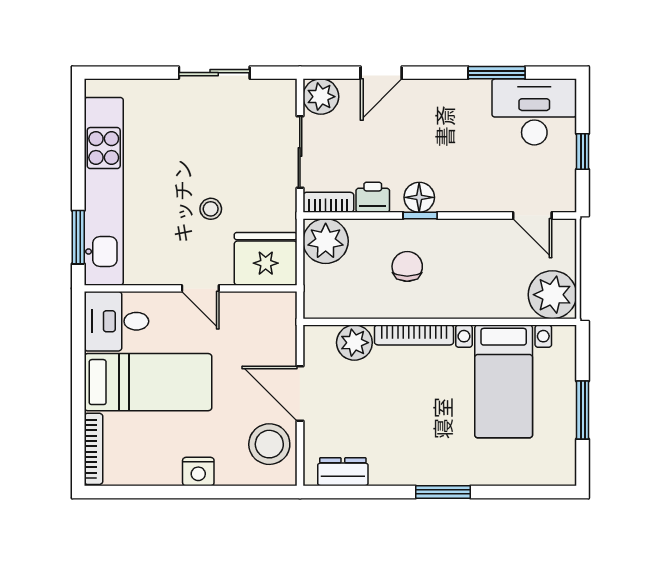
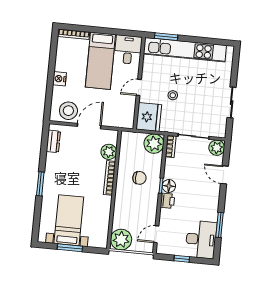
printer: (373, 197) -> (167, 201), moved
bed with nightstands: (504, 381) -> (69, 220), moved, turned 90

